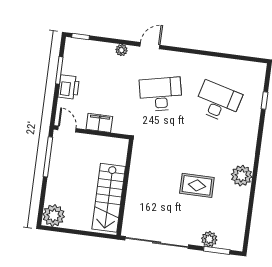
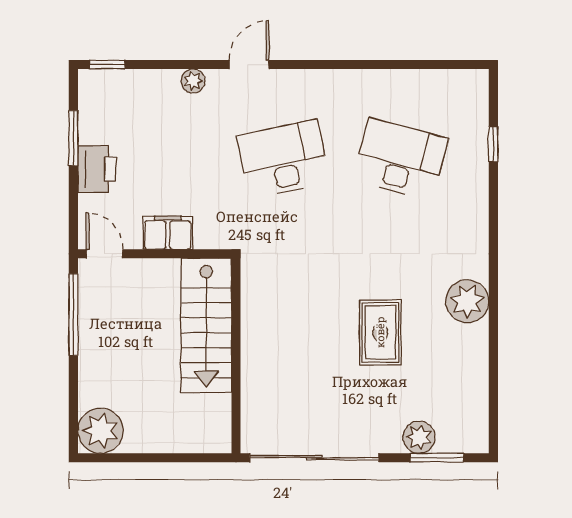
rug: (197, 185) -> (380, 332), turned 90
stairs: (109, 198) -> (206, 325), moved

